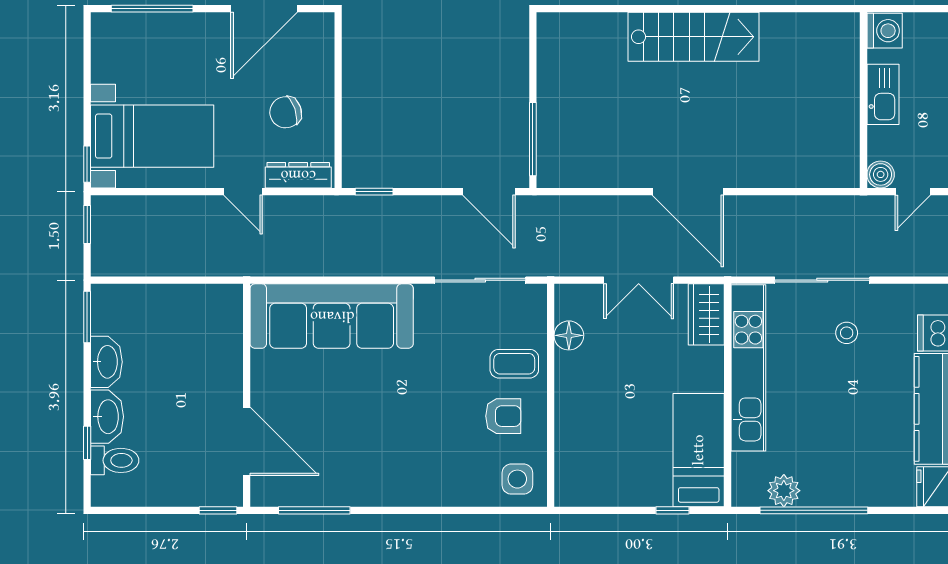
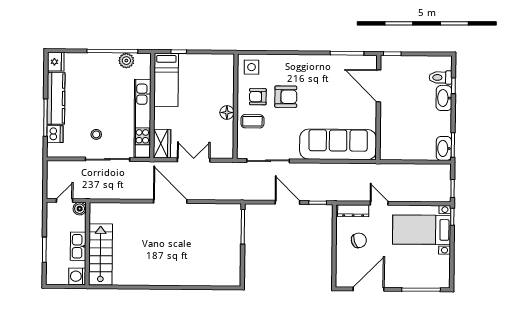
stairs: (693, 37) -> (100, 254), moved, turned 90
door: (489, 192) -> (287, 202), moved
floor lamp: (569, 335) -> (227, 112), moved
washbasin: (106, 362) -> (444, 148), moved
armchair: (444, 417) -> (286, 97), added

